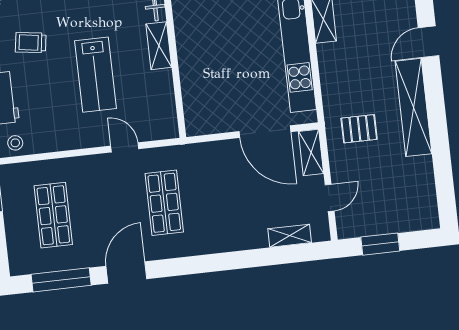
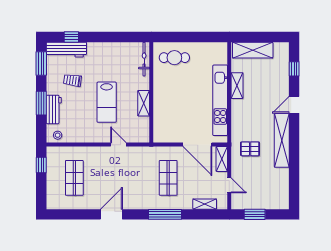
shelving: (159, 46) -> (144, 103), moved
door: (330, 198) -> (229, 185), hinge flipped
shop shelf: (164, 203) -> (168, 178), moved
window: (61, 280) -> (165, 214), moved

